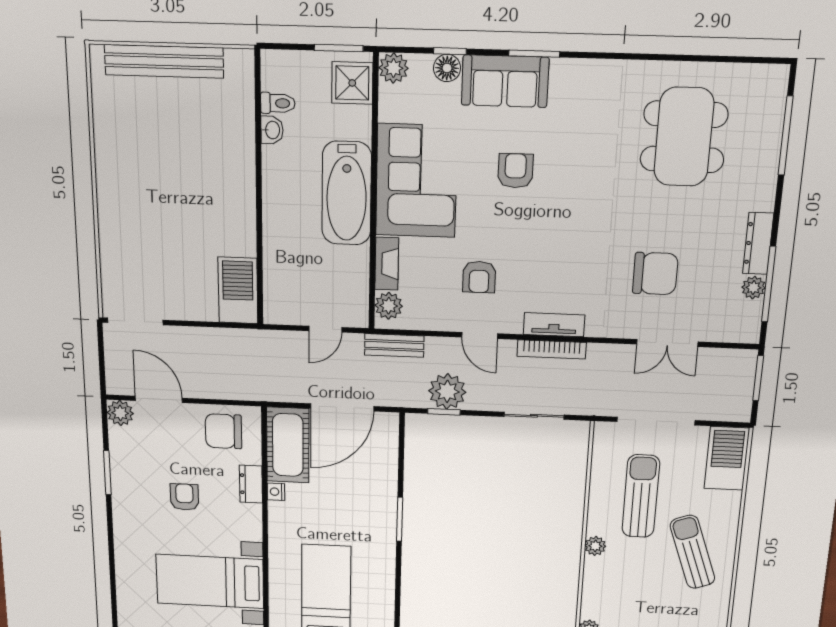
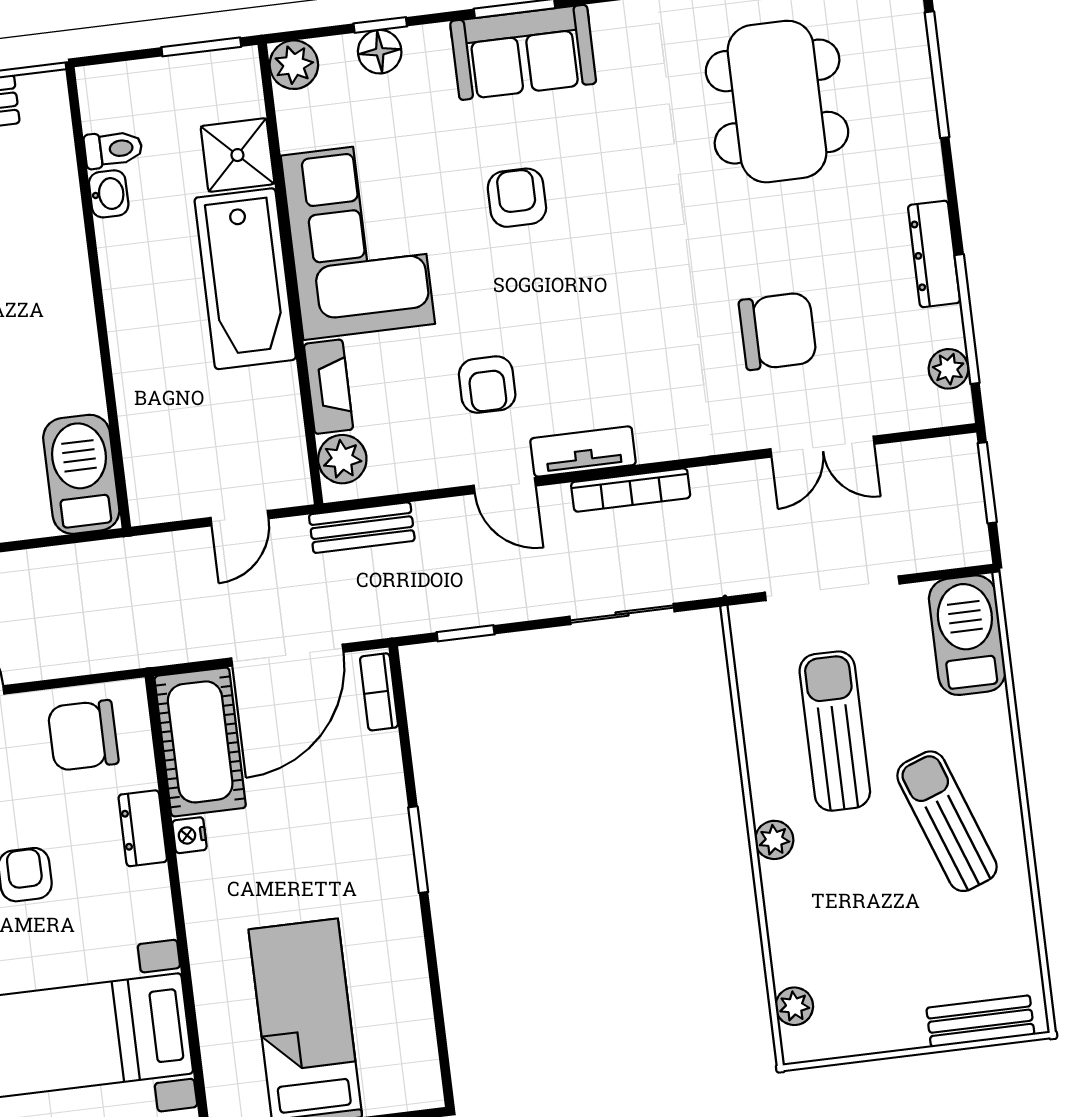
sofa: (505, 81) -> (523, 52), moved
shower: (352, 83) -> (237, 155), moved
plant: (754, 288) -> (948, 369), moved
tv unit: (554, 325) -> (583, 452), moved
plant: (447, 391) -> (466, 595), removed
bookcase: (391, 435) -> (379, 692), added

